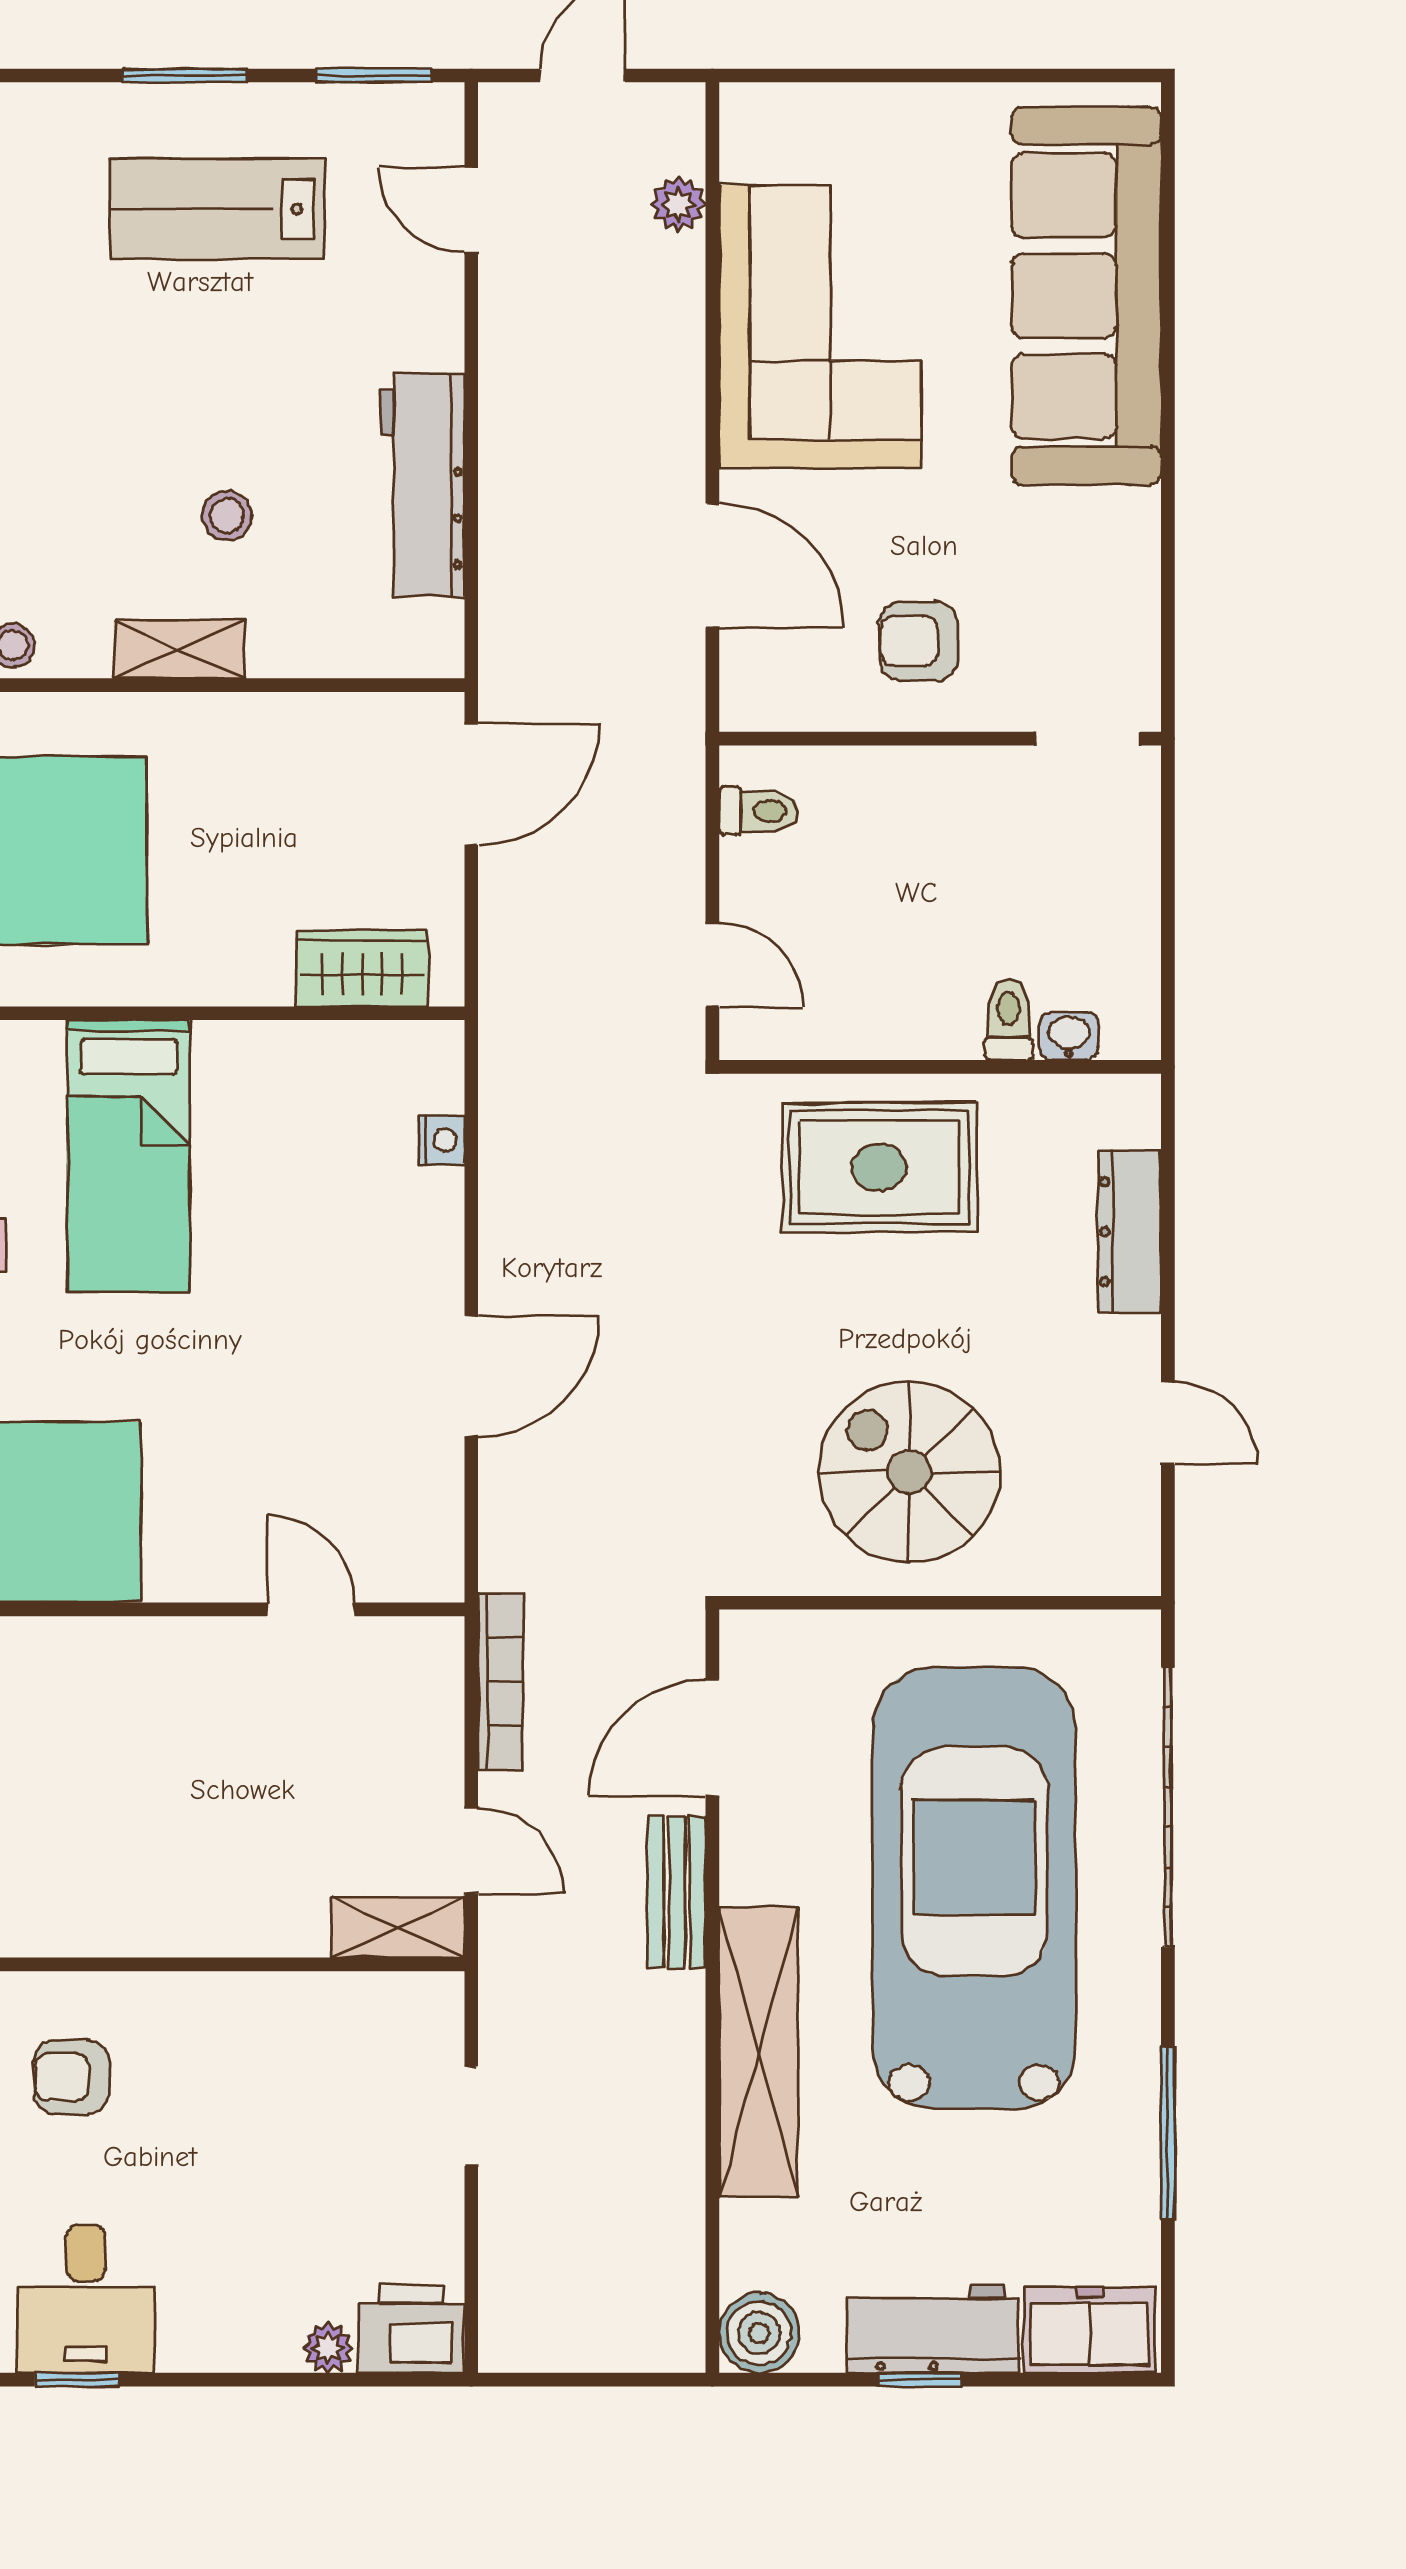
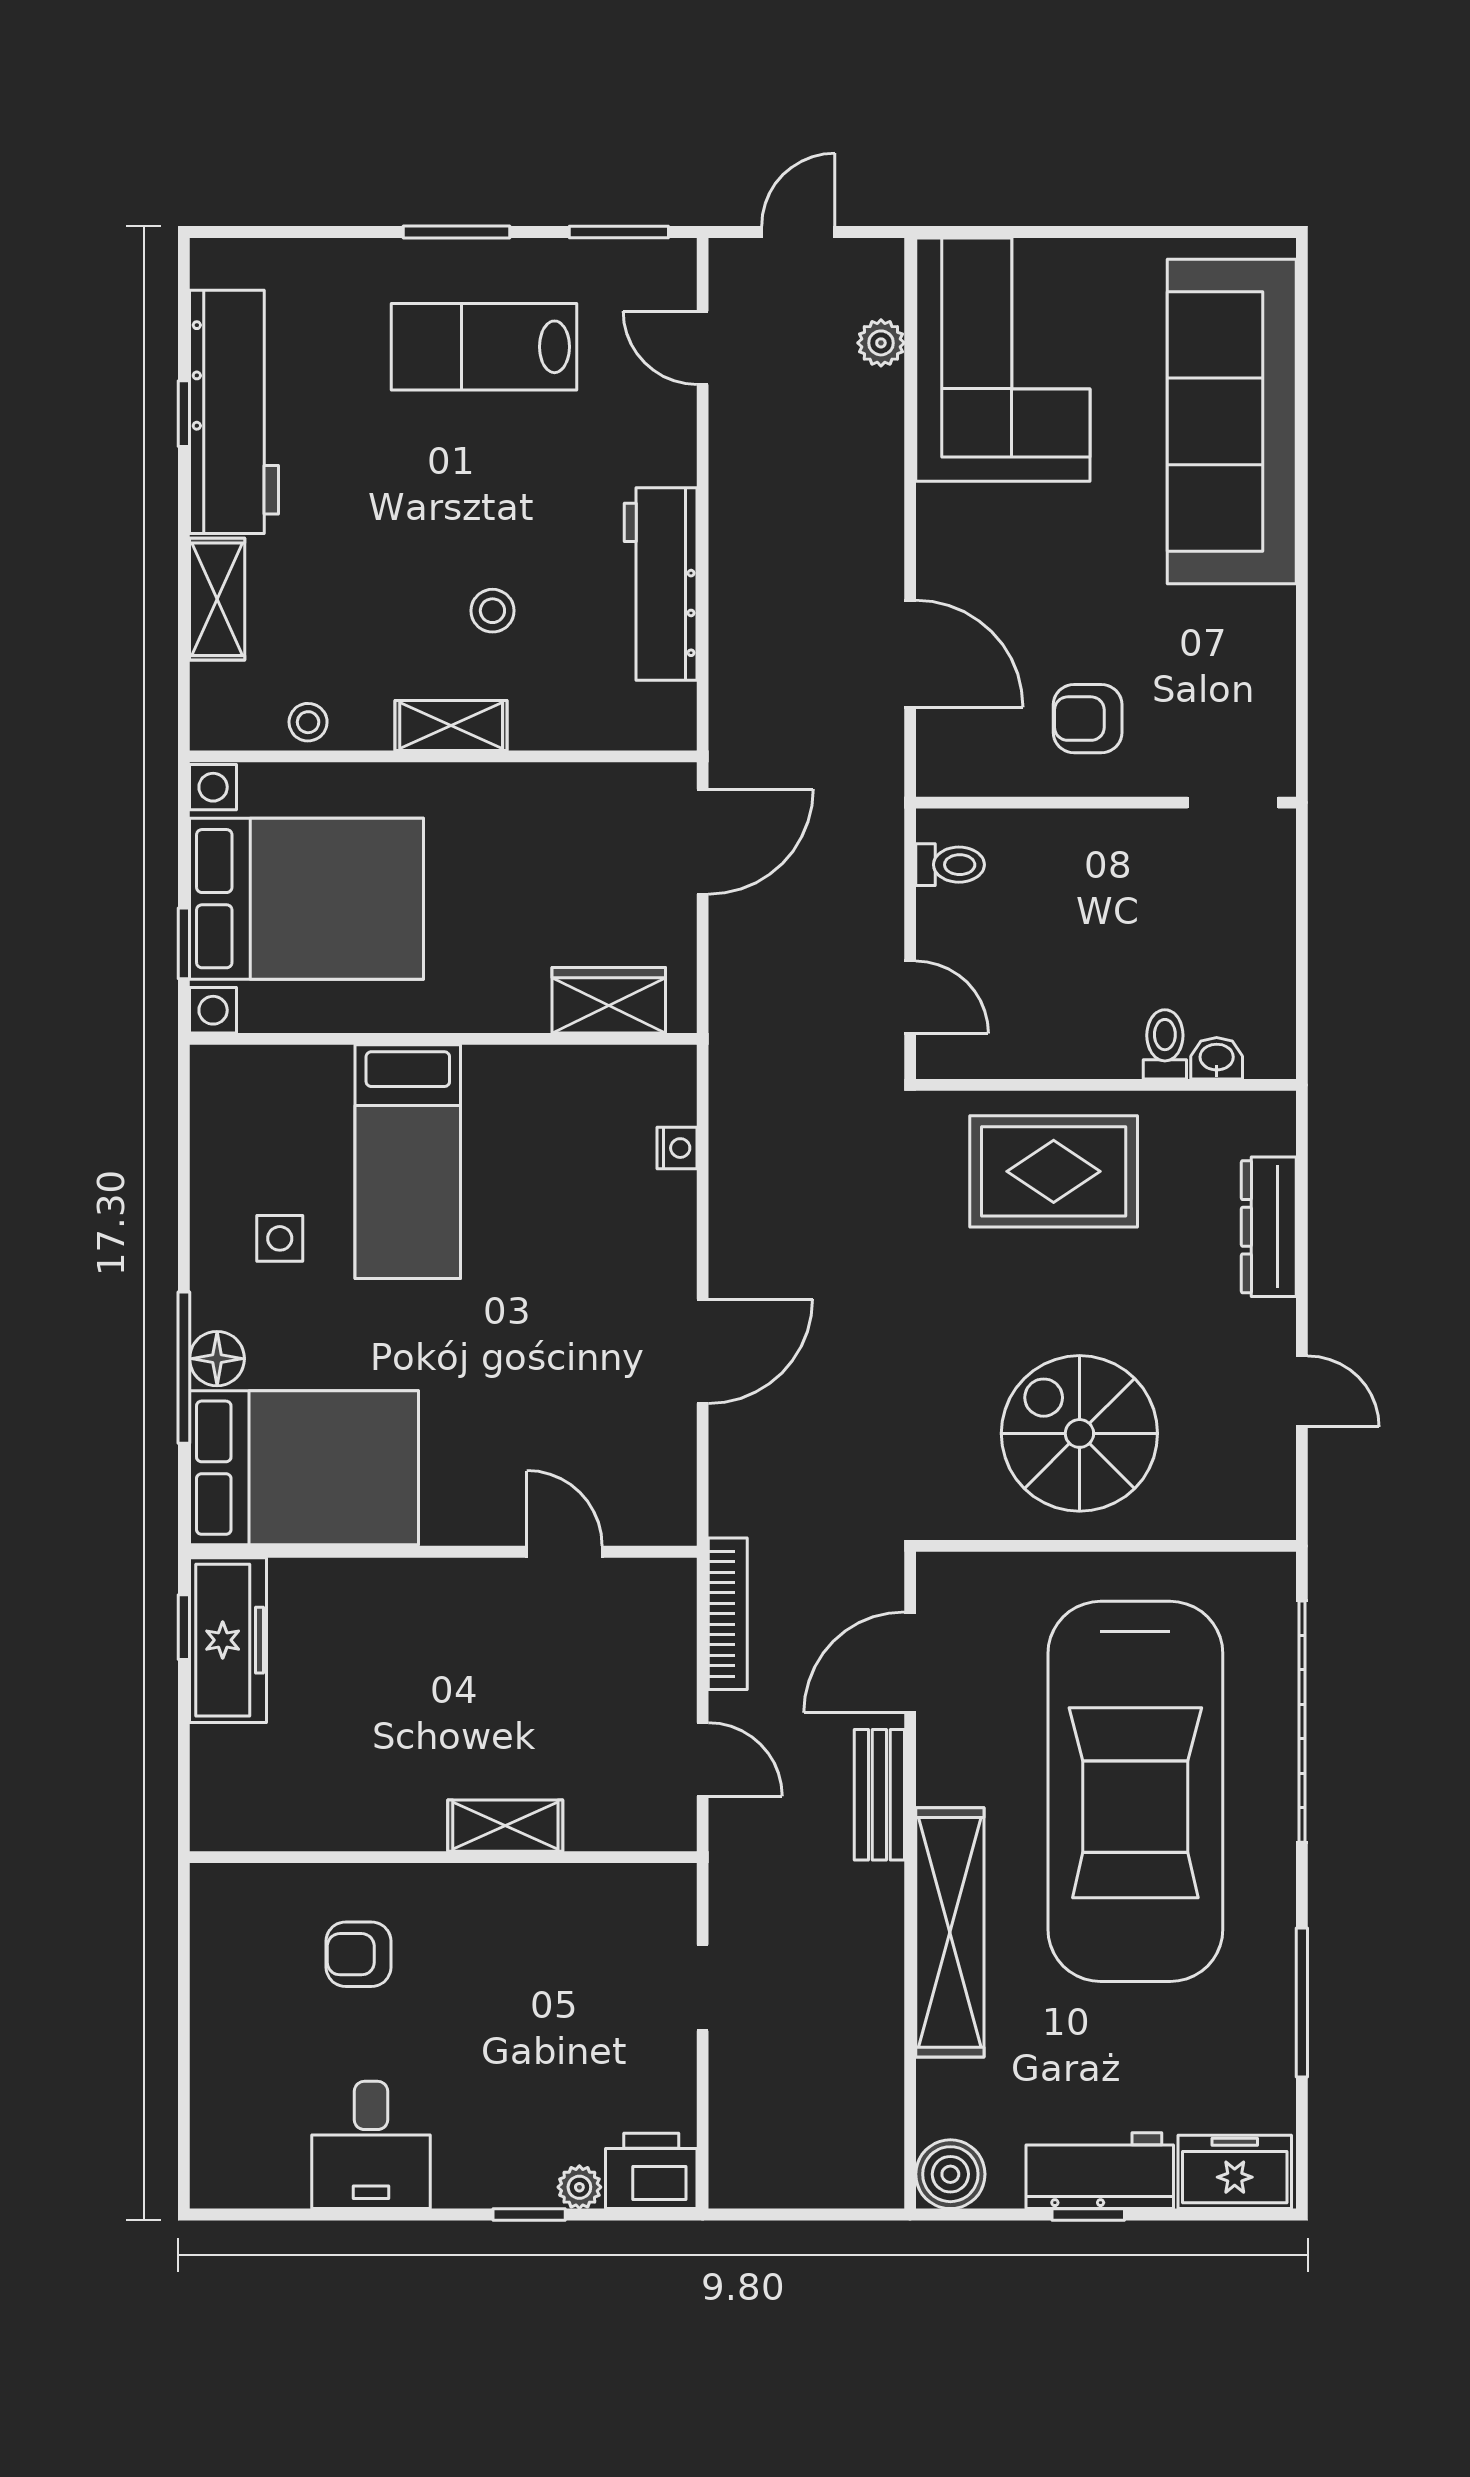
corner sofa: (820, 327) -> (1003, 360), moved
car: (974, 1888) -> (1135, 1791), turned 180
shelving: (398, 1928) -> (505, 1826), moved
window: (77, 2380) -> (529, 2214), moved

